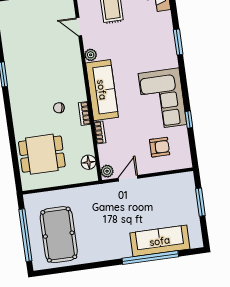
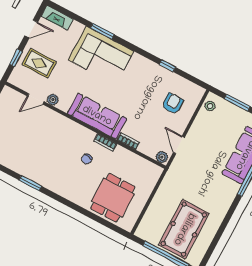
plant: (91, 55) -> (53, 100), moved
corner sofa: (162, 99) -> (101, 56), moved
floor lamp: (89, 162) -> (145, 166), removed
stool: (181, 181) -> (210, 106), added
pool table: (59, 235) -> (184, 229), turned 90

